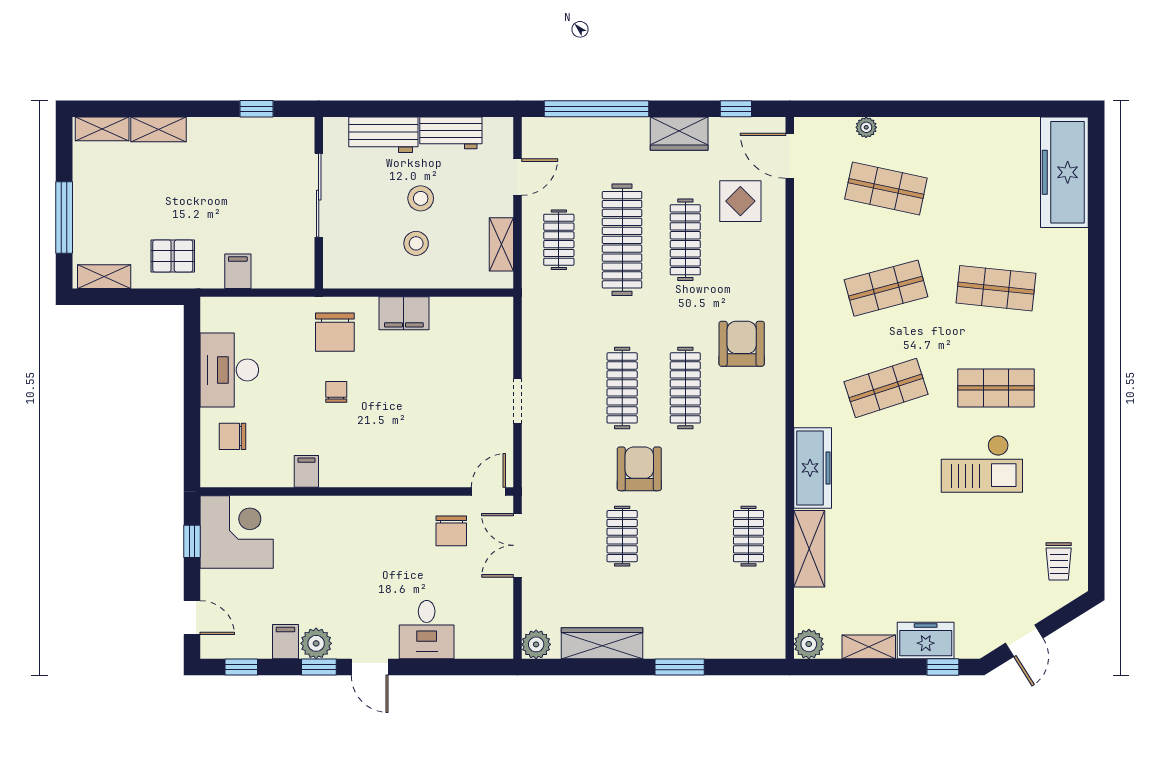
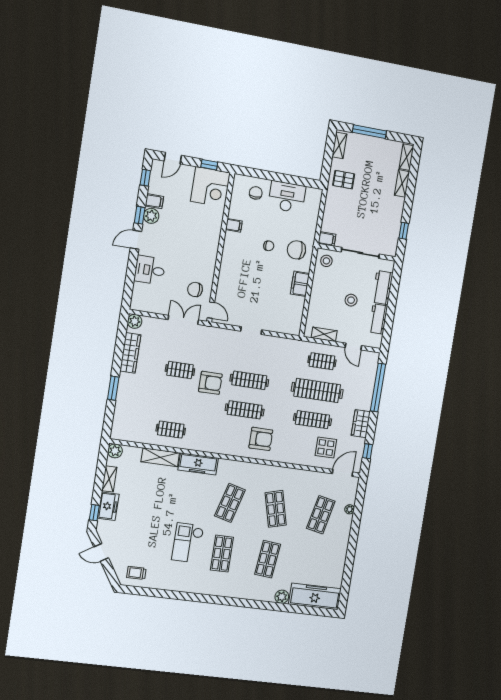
stool: (416, 243) -> (326, 261), moved
plant: (1073, 244) -> (282, 597), added
pallet: (173, 256) -> (344, 180), turned 90
filing cabinet: (238, 271) -> (327, 239), moved
shop shelf: (886, 388) -> (230, 503), turned 33

